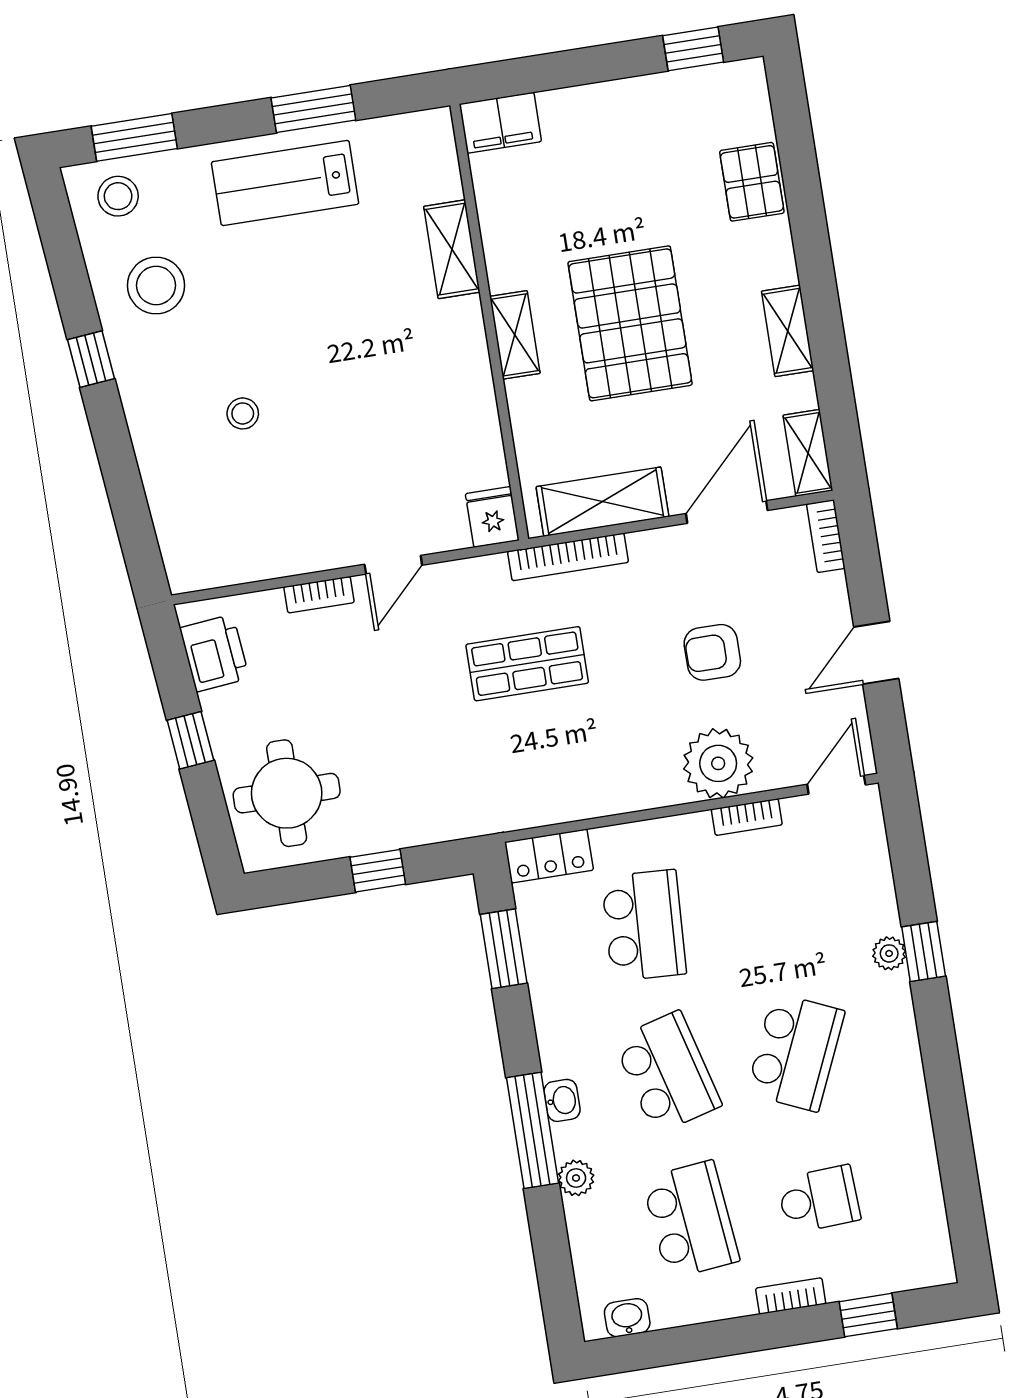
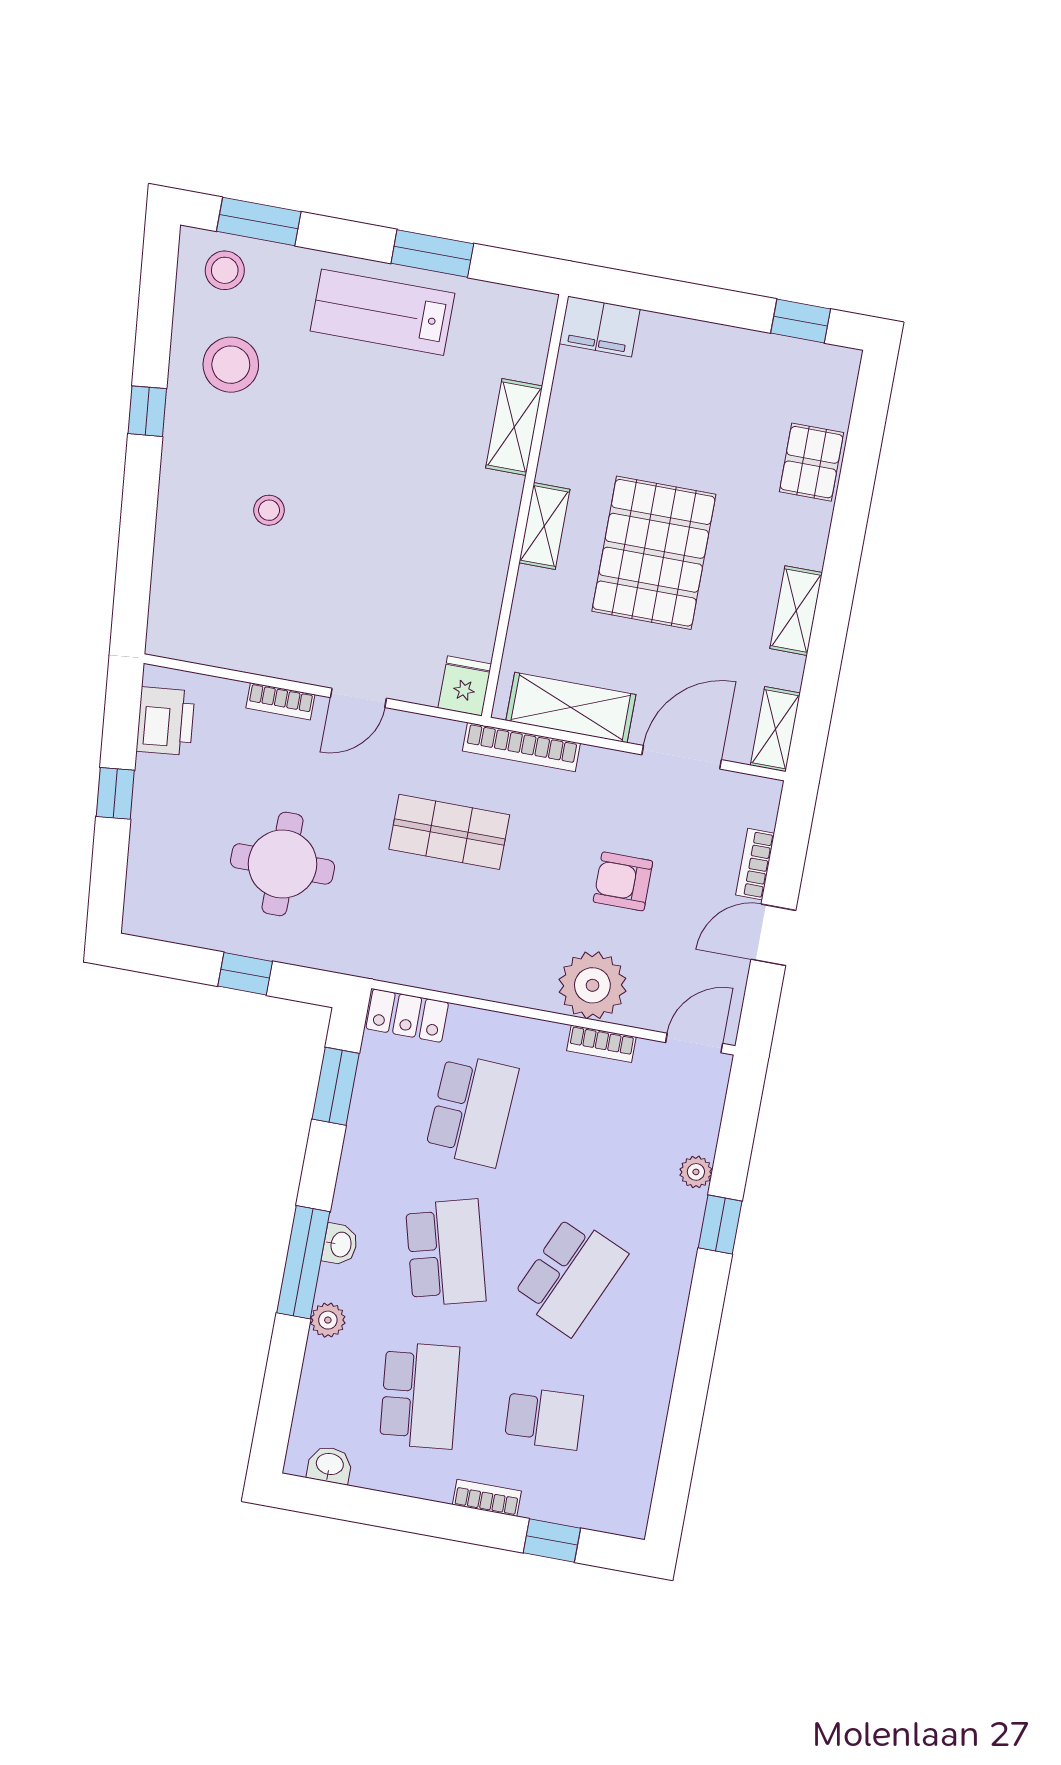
bookcase: (826, 536) -> (755, 864), moved
round table: (287, 793) -> (283, 864), moved
plant: (889, 953) -> (696, 1172), moved

